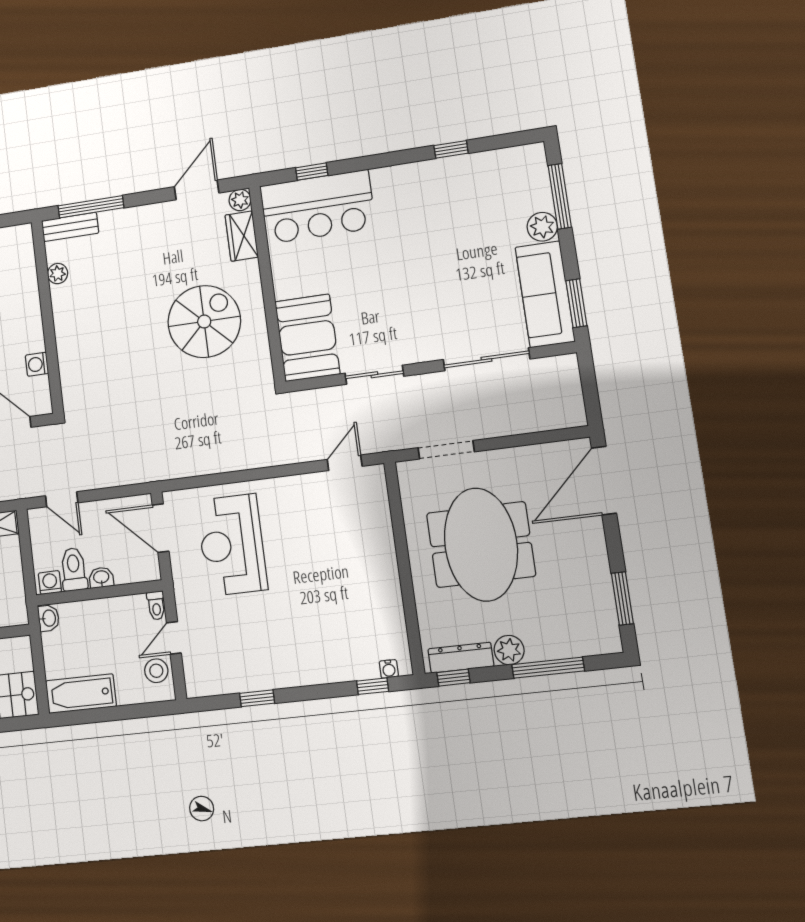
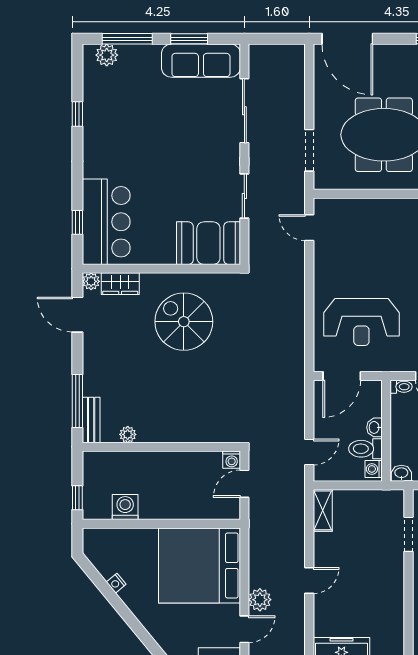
plant: (542, 227) -> (107, 55), moved
window: (576, 303) -> (189, 39), moved
washing machine: (37, 364) -> (232, 460), moved

